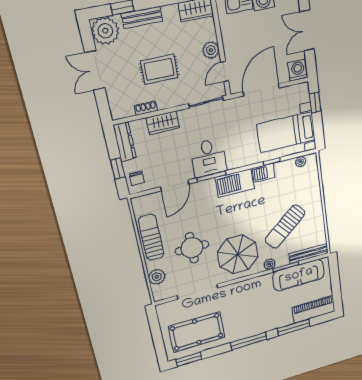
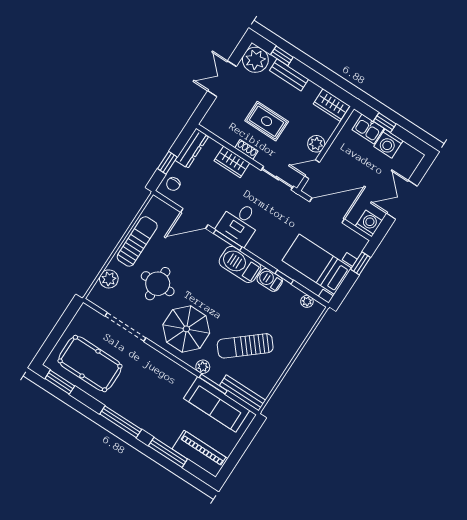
shoe rack: (146, 108) -> (246, 149), moved

